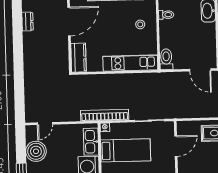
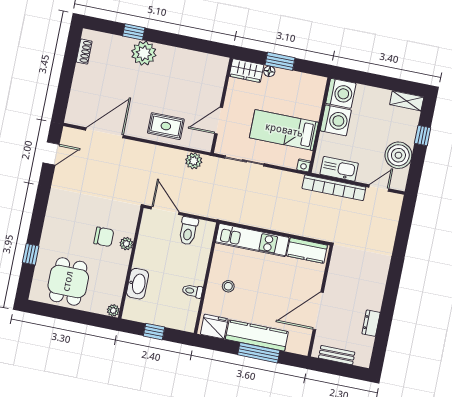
kitchen counter: (78, 58) -> (307, 251), moved, turned -90
toilet: (166, 59) -> (188, 231), moved
plant: (188, 112) -> (194, 161), added
bookcase: (105, 115) -> (334, 188), moved
kitchen sink: (91, 142) -> (339, 169), moved, turned -90

